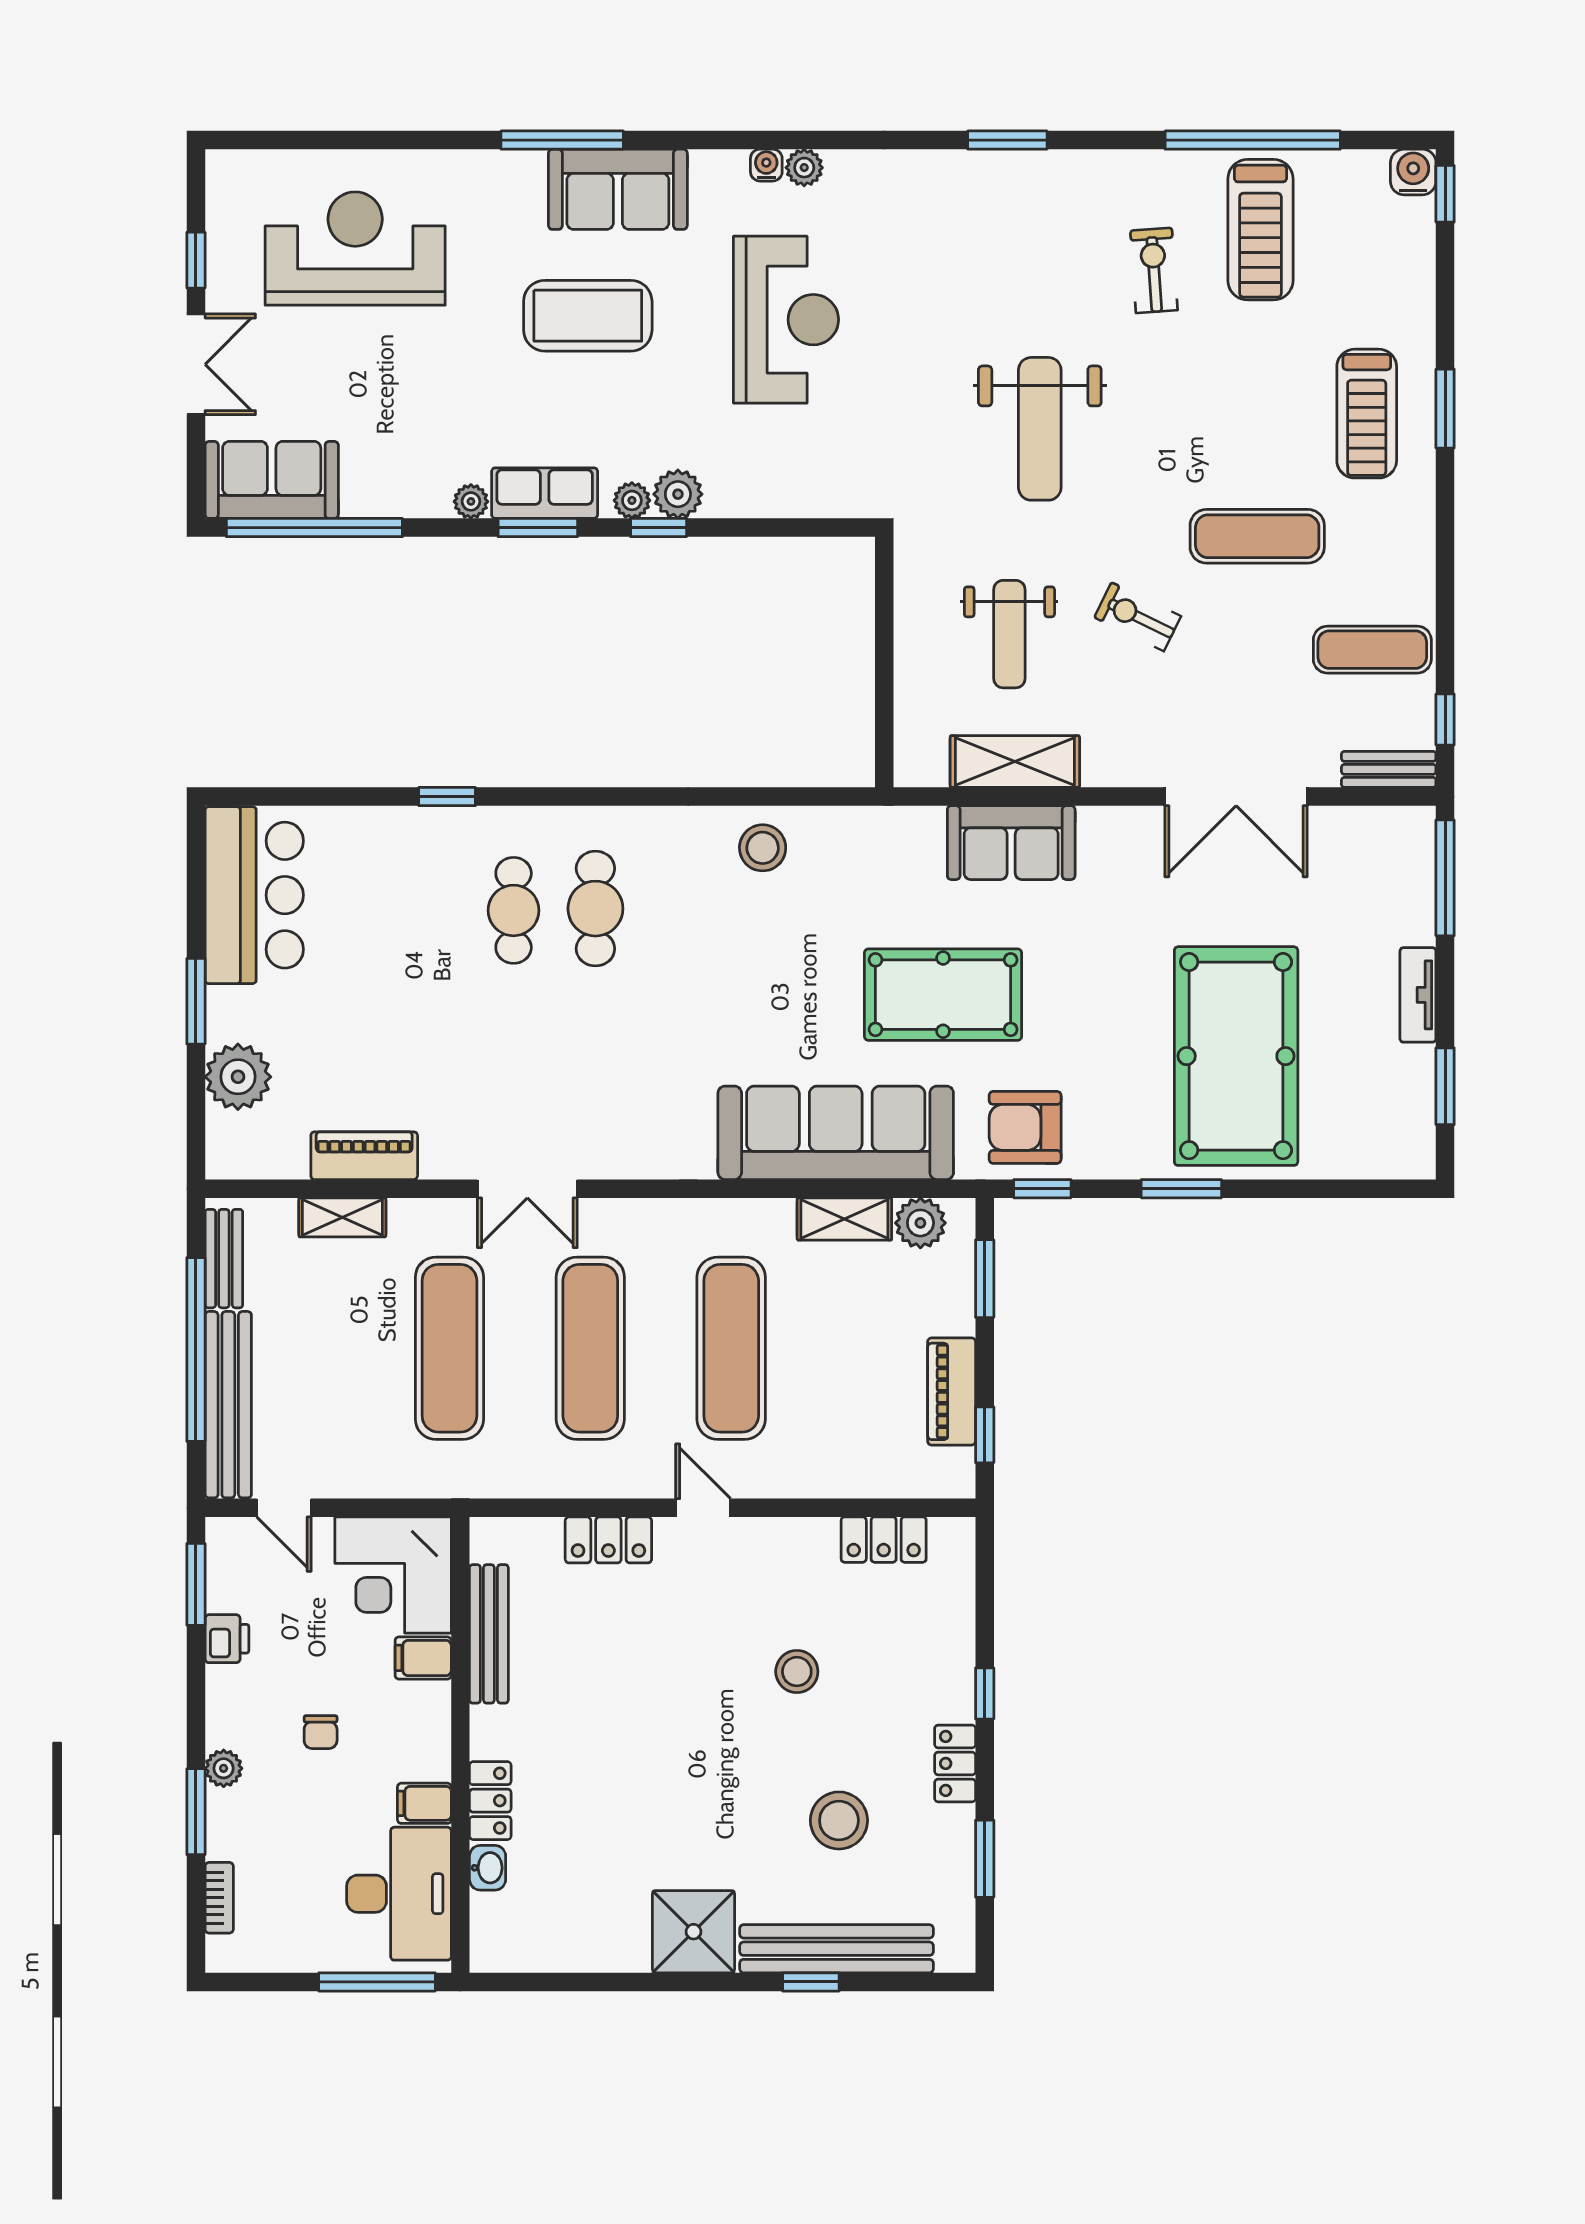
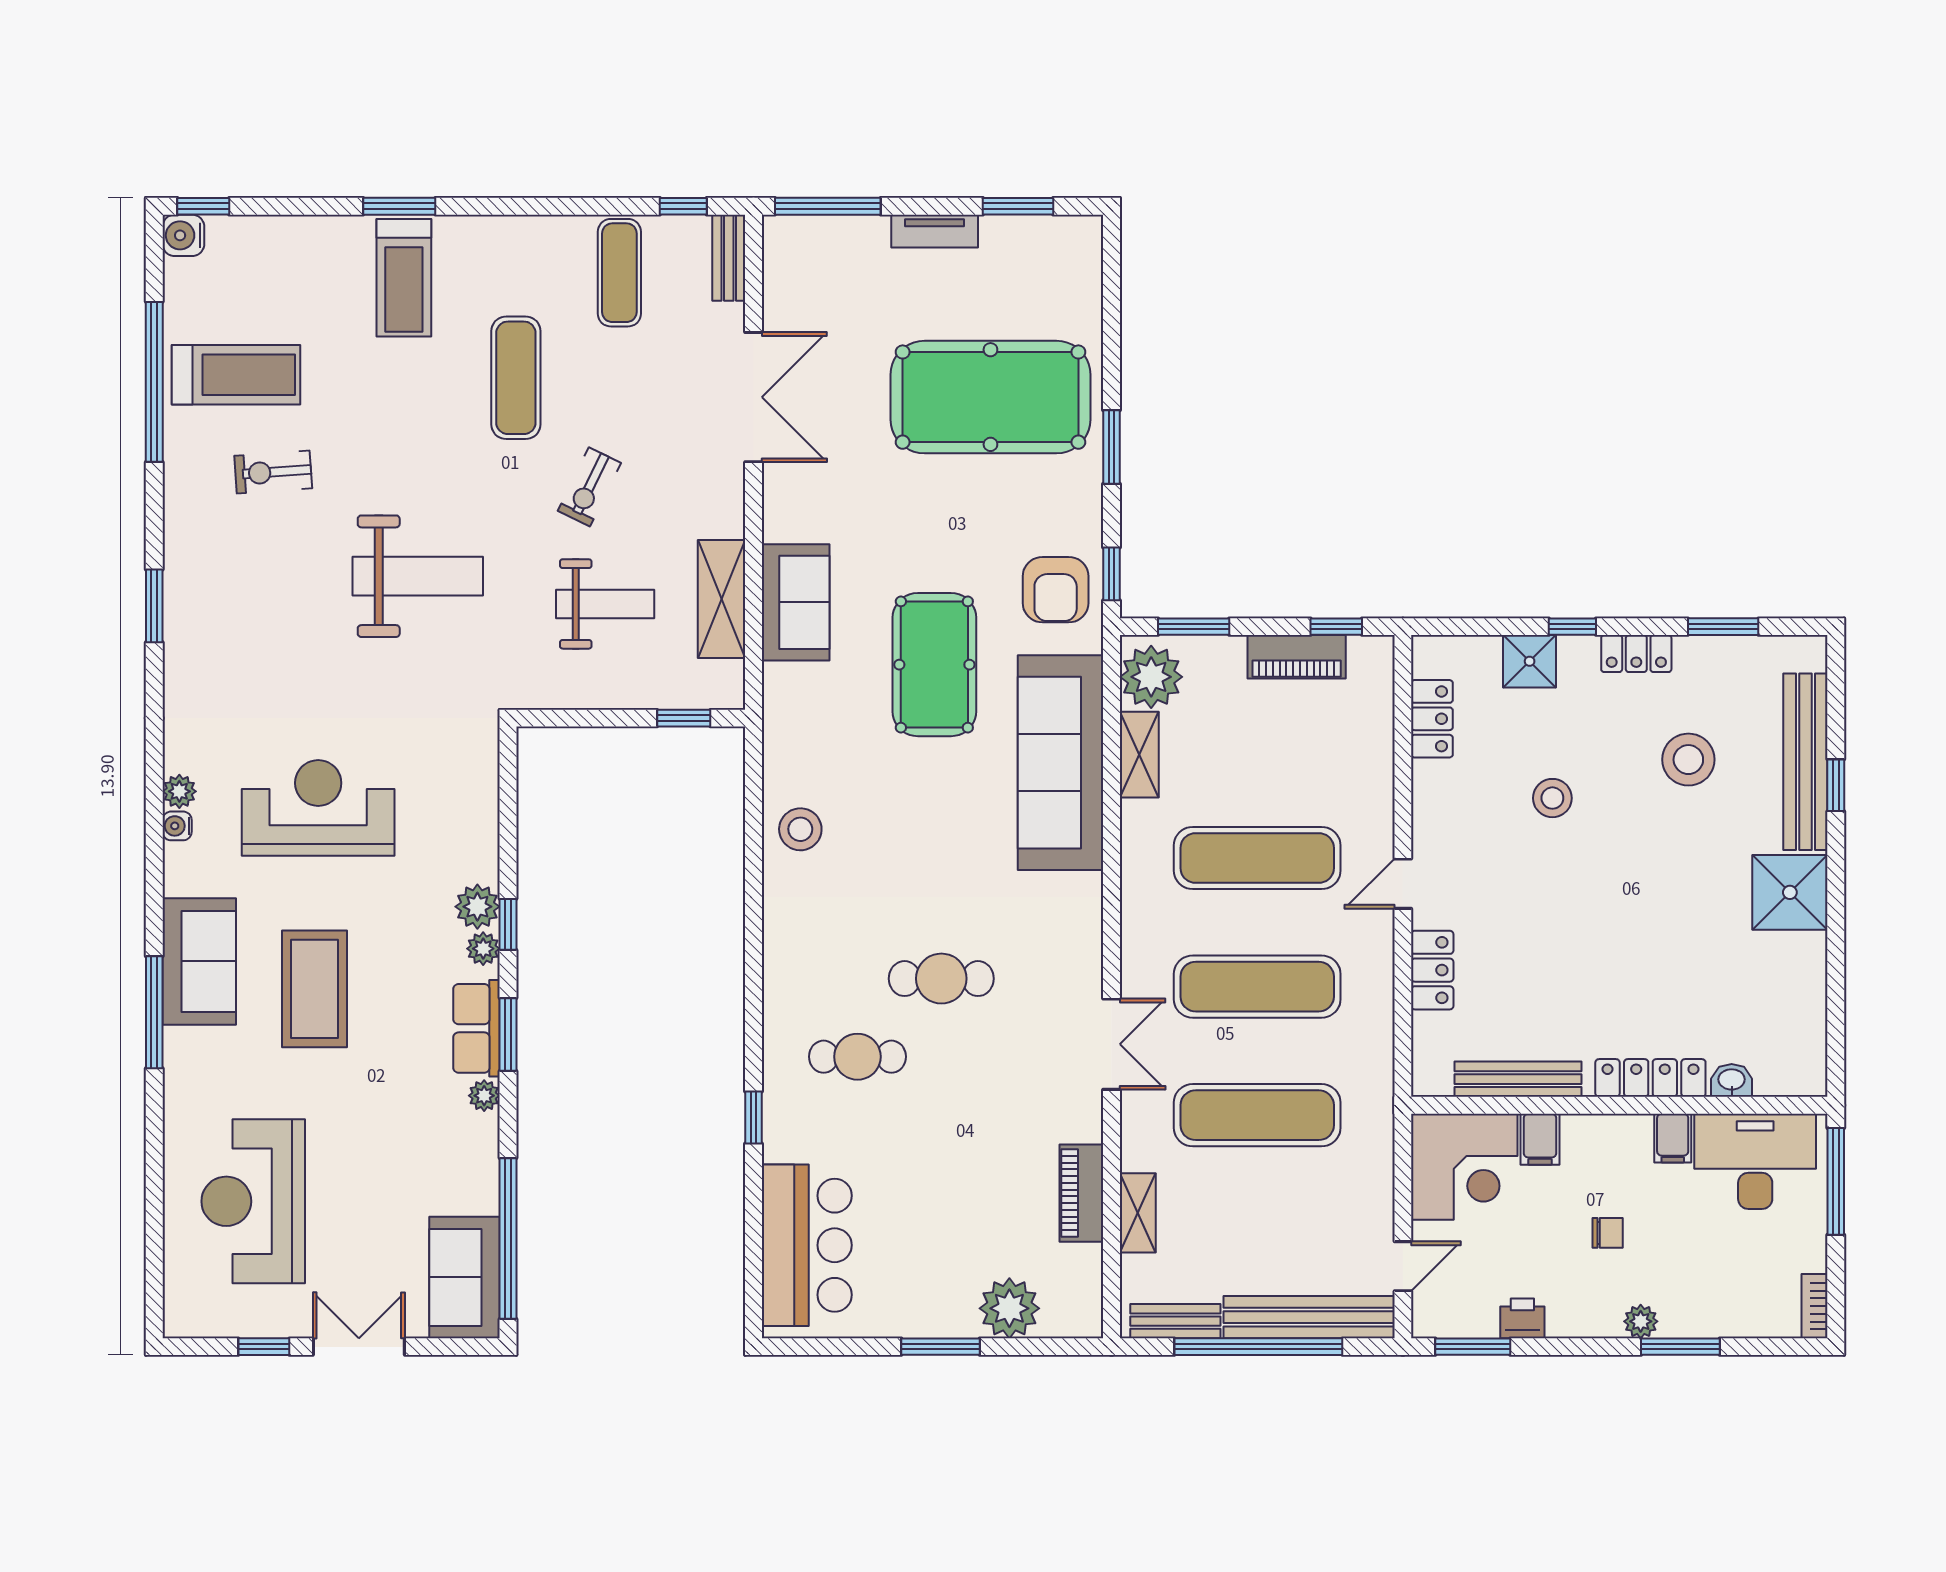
treadmill: (1367, 414) -> (404, 278), turned 90
window: (884, 720) -> (684, 718), added
bar counter: (254, 895) -> (807, 1245), moved, turned 90
cafe table: (595, 909) -> (941, 979), moved
plant: (920, 1223) -> (1151, 677), width x1.36, depth x1.36
shower: (947, 1647) -> (1530, 661), added
locker: (490, 1801) -> (1650, 1078), width x1.53
bookcase: (219, 1898) -> (1815, 1306), moved, turned -90

